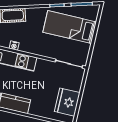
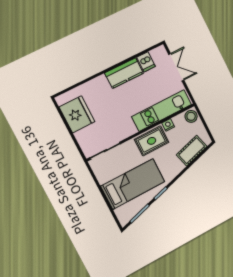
rug: (34, 44) -> (152, 141), added

